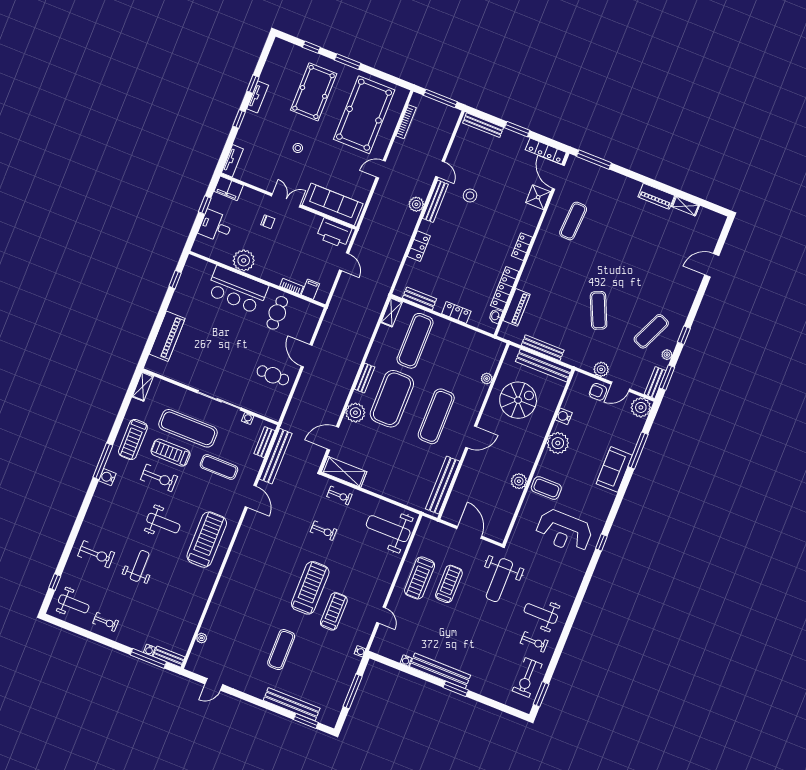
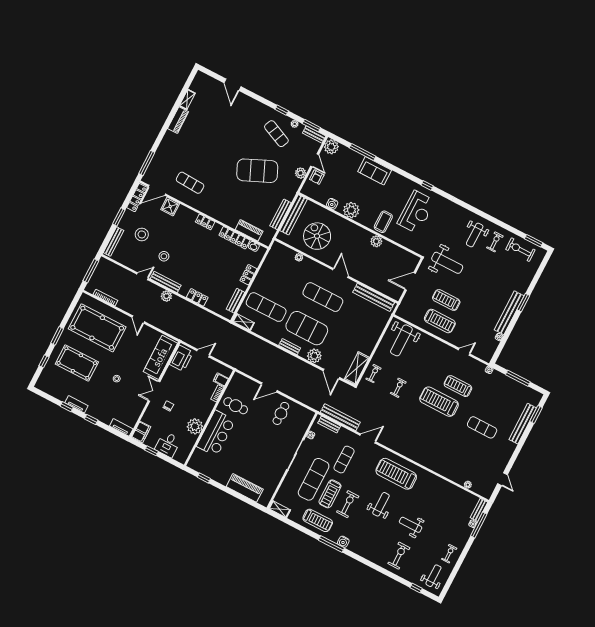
stool: (497, 163) -> (142, 234), added
exercise mat: (599, 310) -> (257, 171), width x2.00, depth x1.45
exercise bike: (527, 677) -> (520, 250), turned 180

